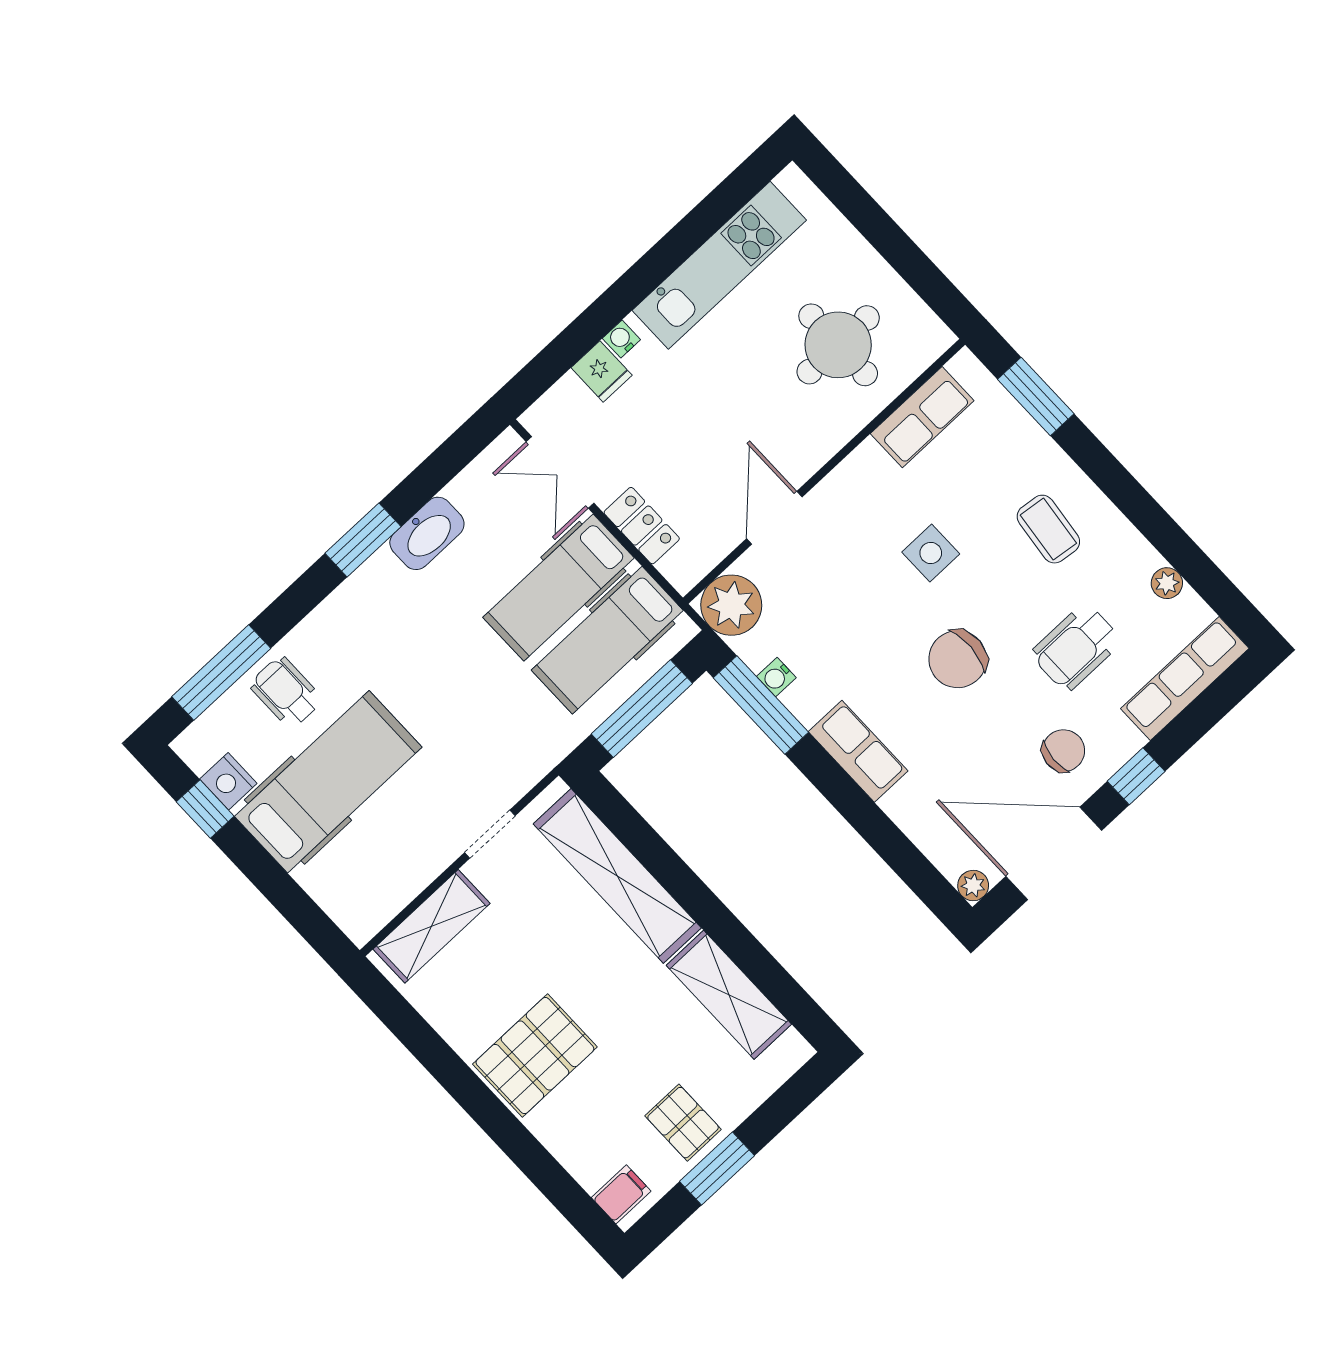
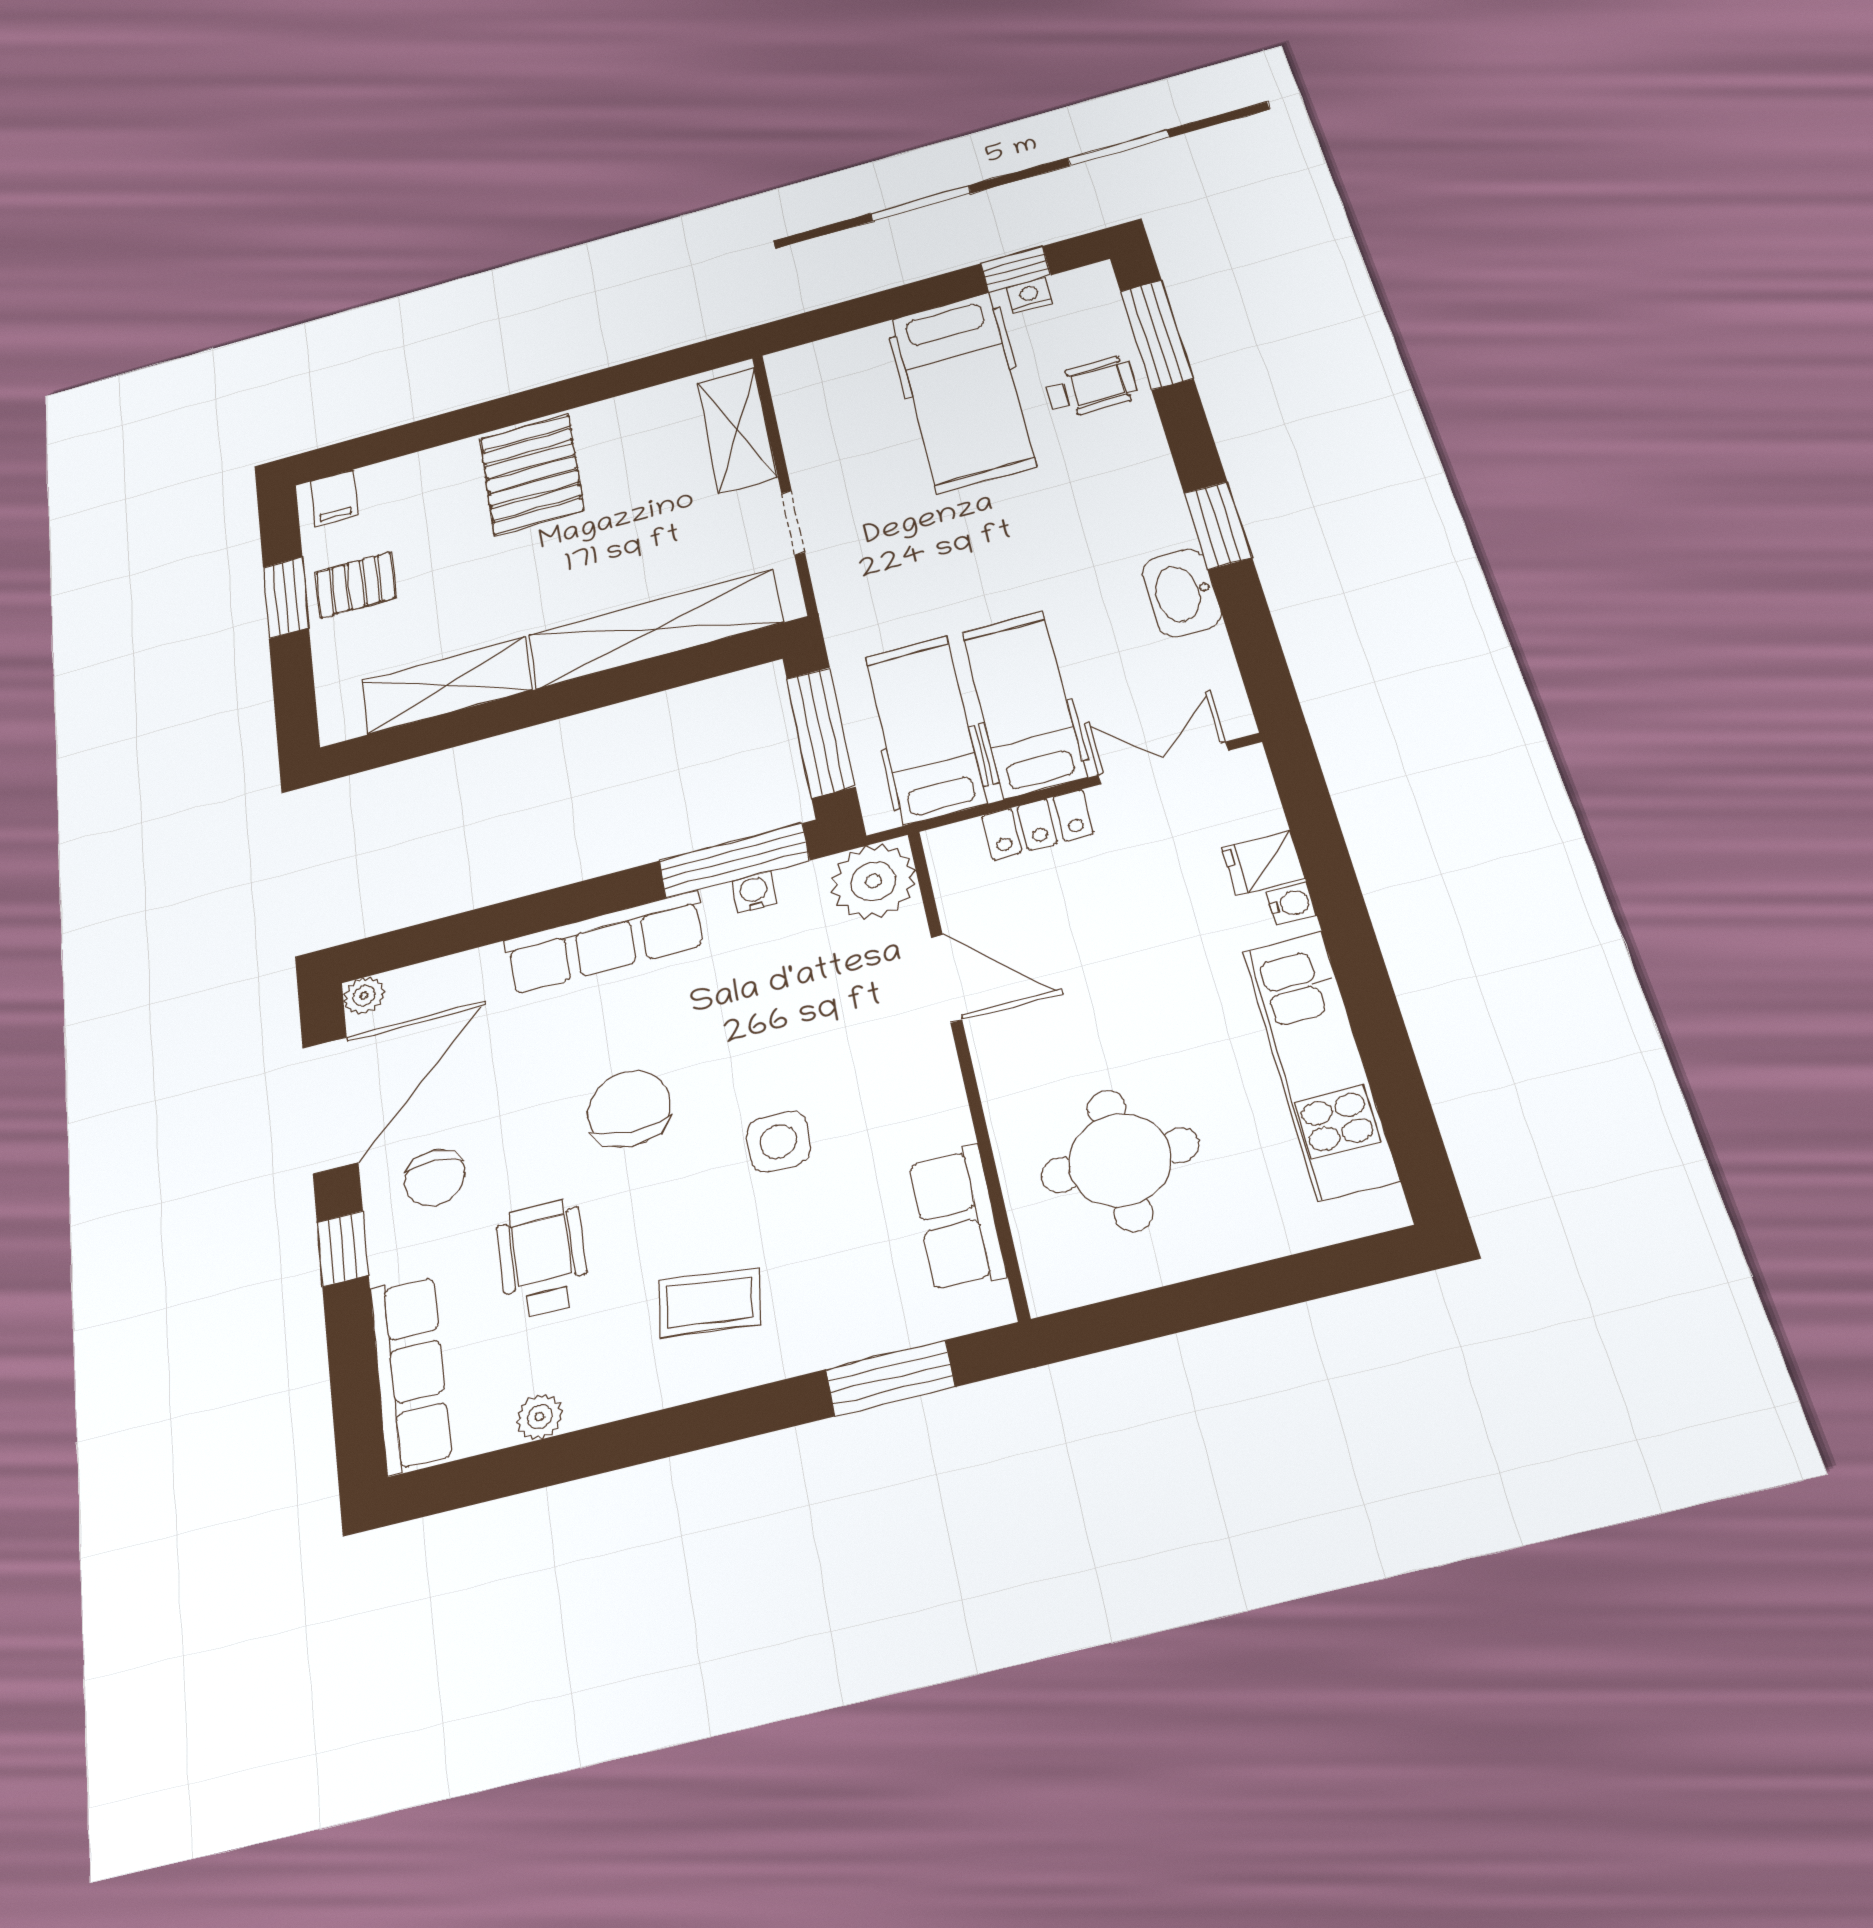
row of seats: (858, 751) -> (605, 942), width x1.48
nightstand: (228, 781) -> (1029, 295), width x0.72, depth x0.74

